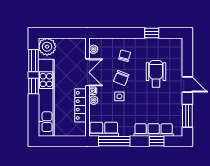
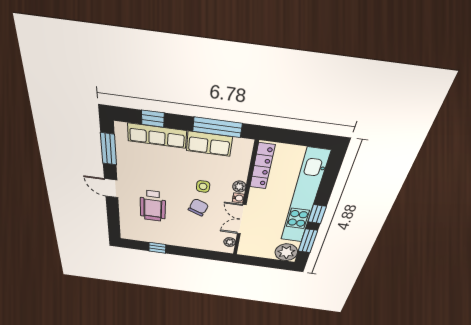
chair: (125, 56) -> (192, 230), removed
locker: (80, 105) -> (262, 166), moved
row of seats: (104, 129) -> (209, 144), moved

